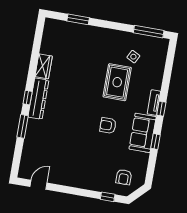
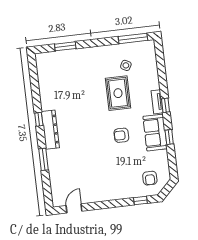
wardrobe: (44, 66) -> (46, 99), removed
window: (28, 98) -> (39, 119), moved

